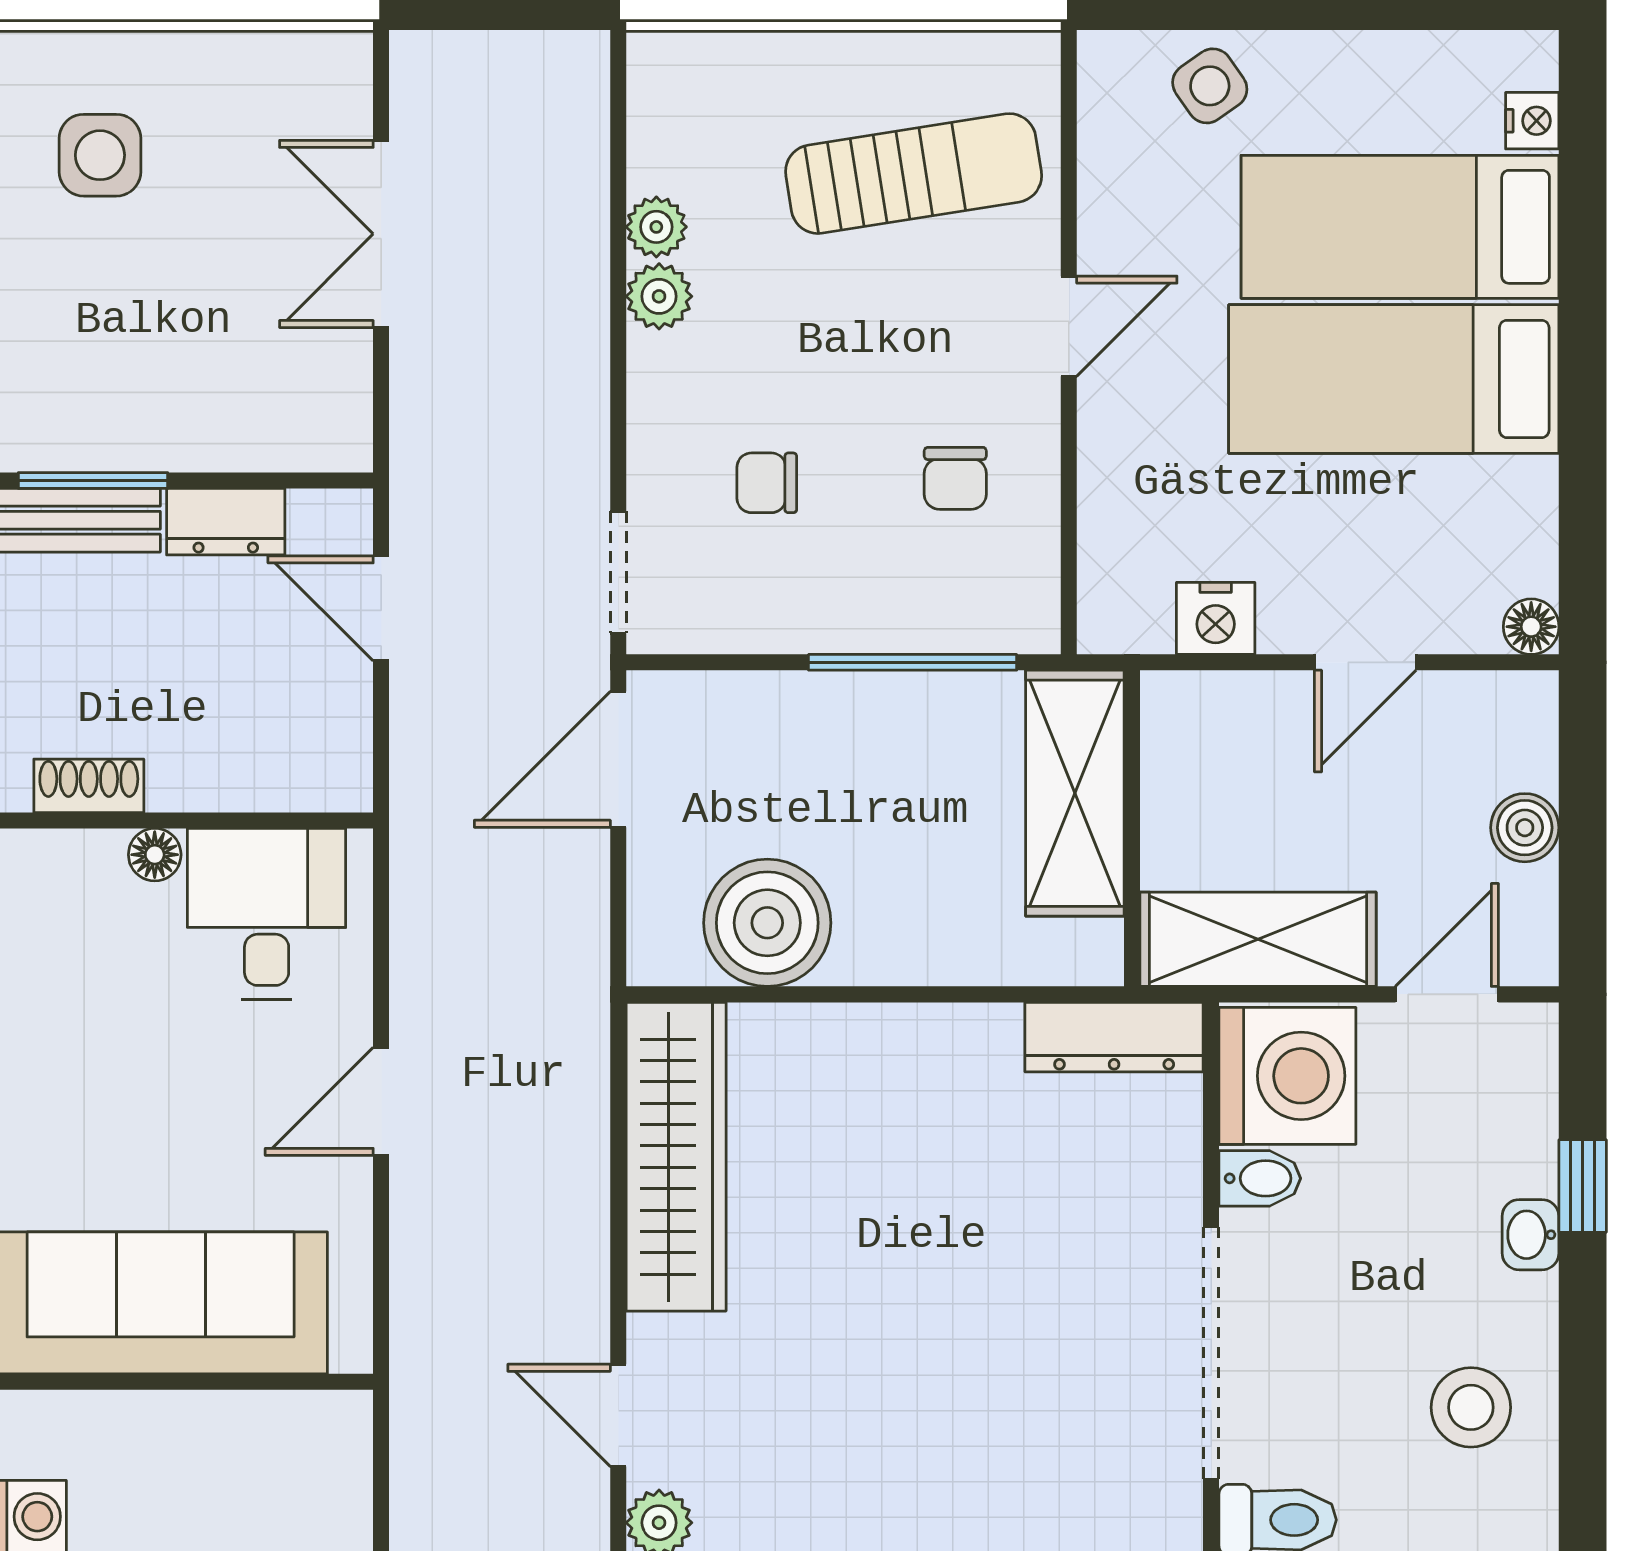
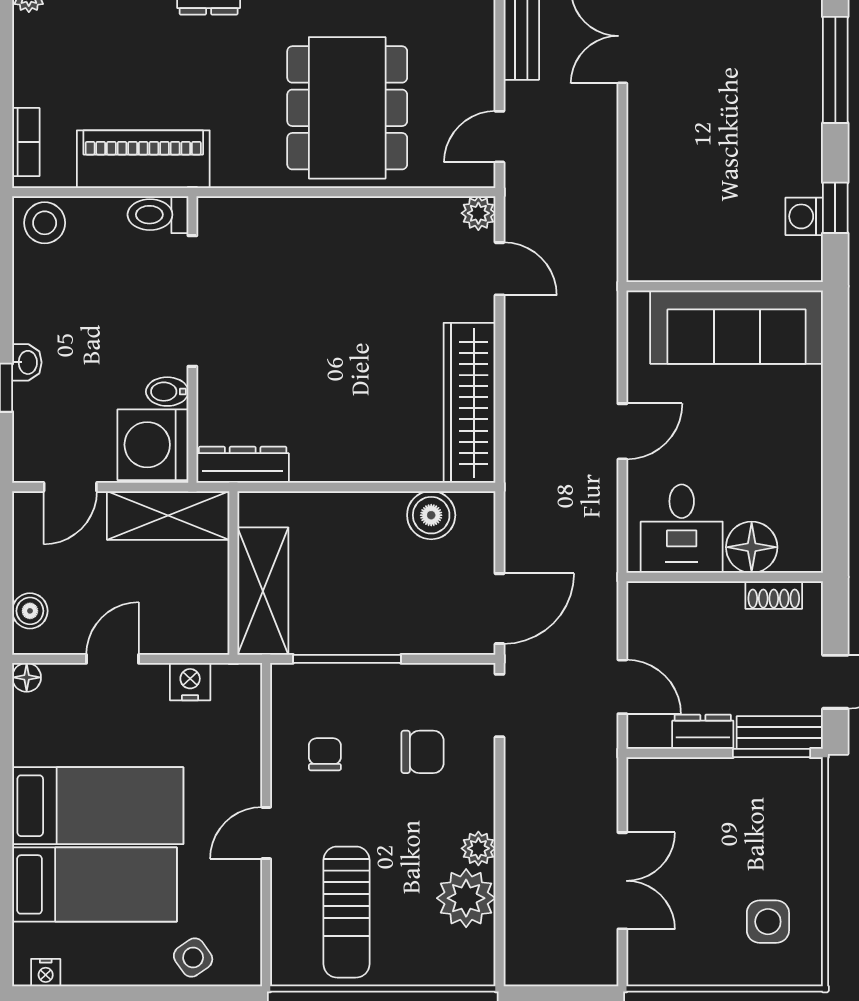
nightstand: (1532, 121) -> (46, 973), moved, turned -90
sun lounger: (914, 174) -> (346, 912), turned -81
plant: (656, 227) -> (466, 898), width x1.87, depth x1.87
chair: (767, 483) -> (423, 752), width x1.37, depth x1.37
boiler: (1525, 828) -> (30, 611), moved
floor lamp: (155, 855) -> (752, 547), width x1.89, depth x1.89
boiler: (767, 923) -> (431, 515), width x0.73, depth x0.73
stool: (1471, 1407) -> (45, 223), moved

